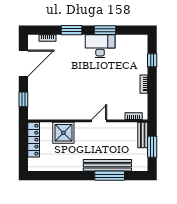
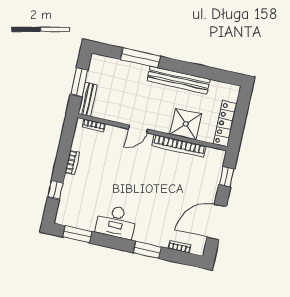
window: (105, 30) -> (77, 234), moved
bookcase: (65, 115) -> (179, 146), added
bench: (107, 165) -> (179, 80), moved

